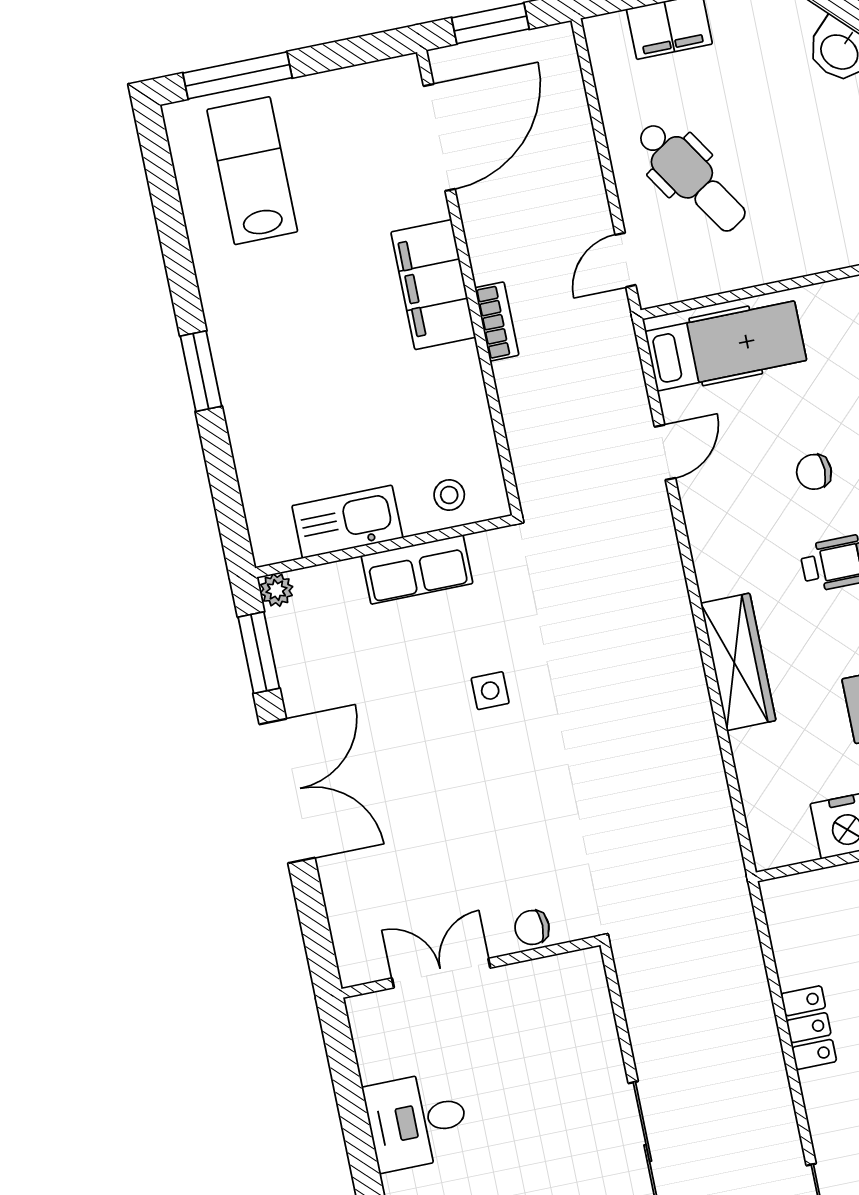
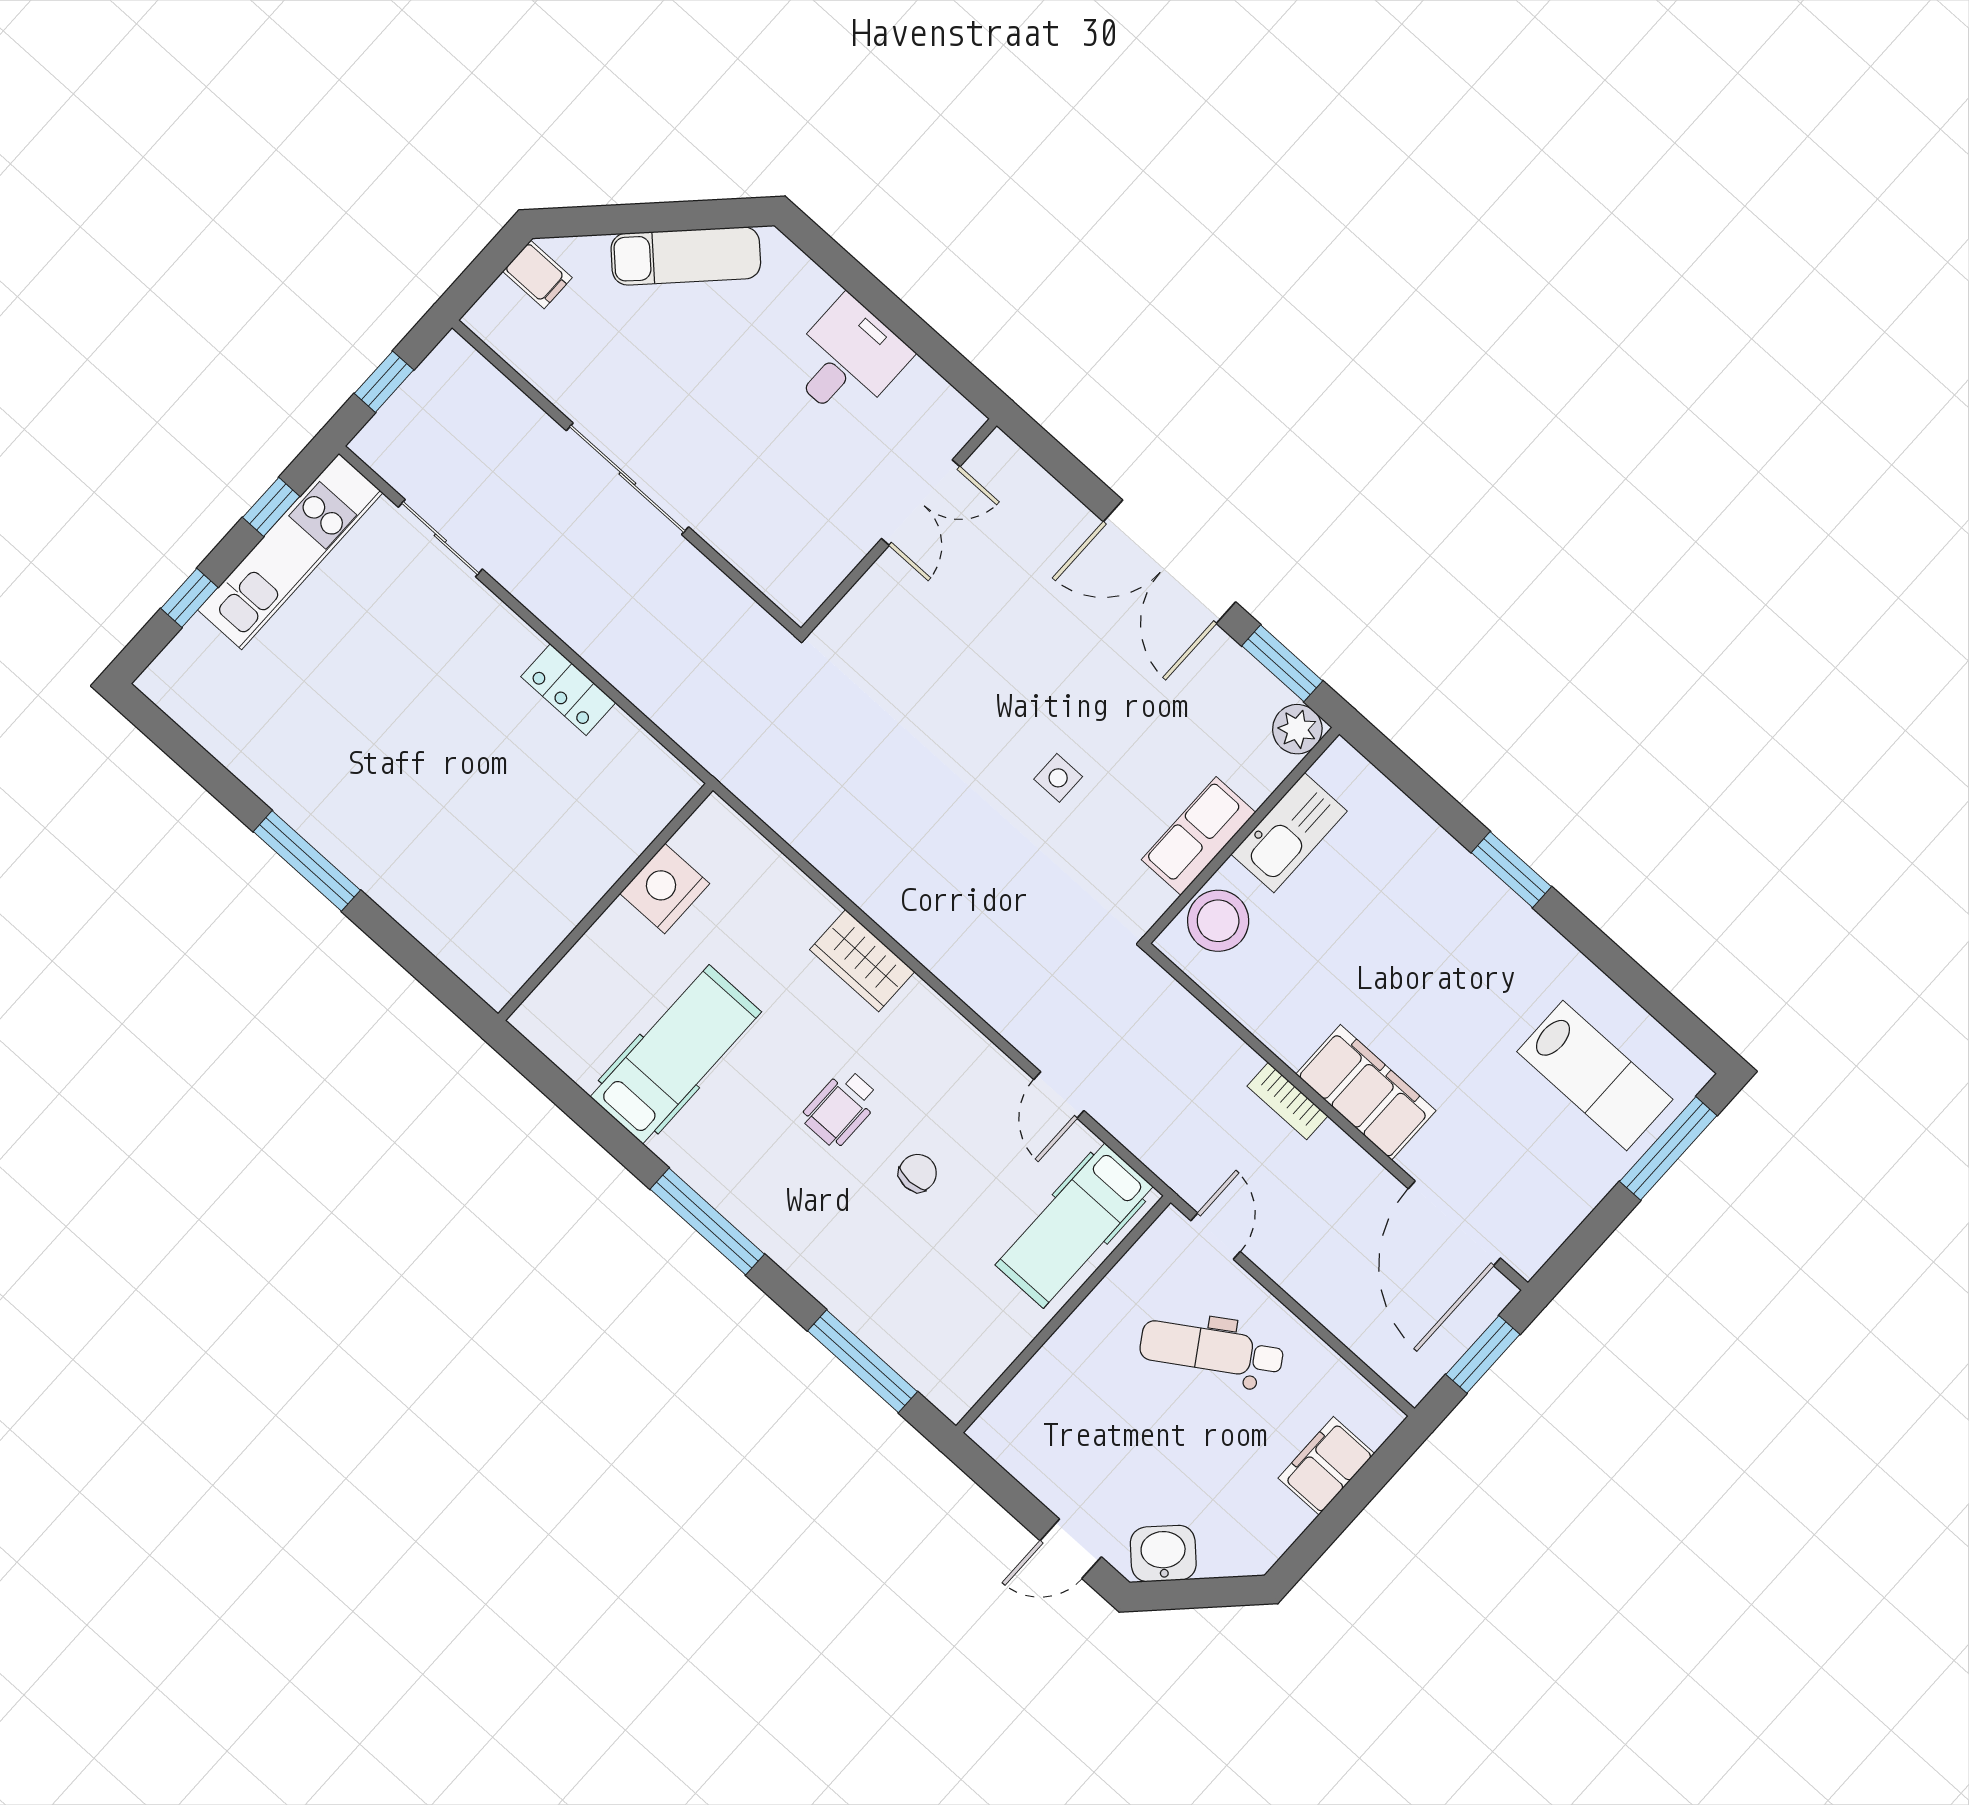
stool: (449, 495) -> (1218, 921), width x1.89, depth x1.89
plant: (276, 590) -> (1297, 729), width x1.38, depth x1.38
wardrobe: (738, 662) -> (862, 961), width x0.67
chair: (532, 927) -> (871, 600), removed

